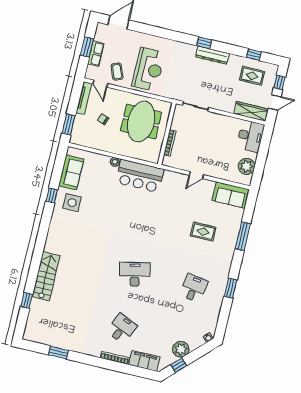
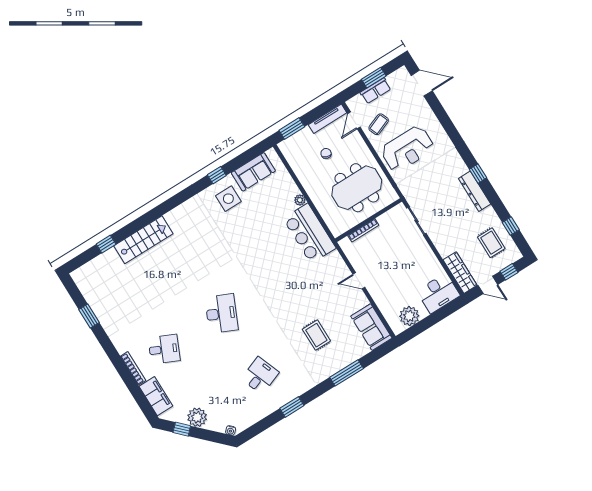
desk: (135, 274) -> (221, 314), turned 36
desk: (194, 288) -> (260, 376), turned -30

